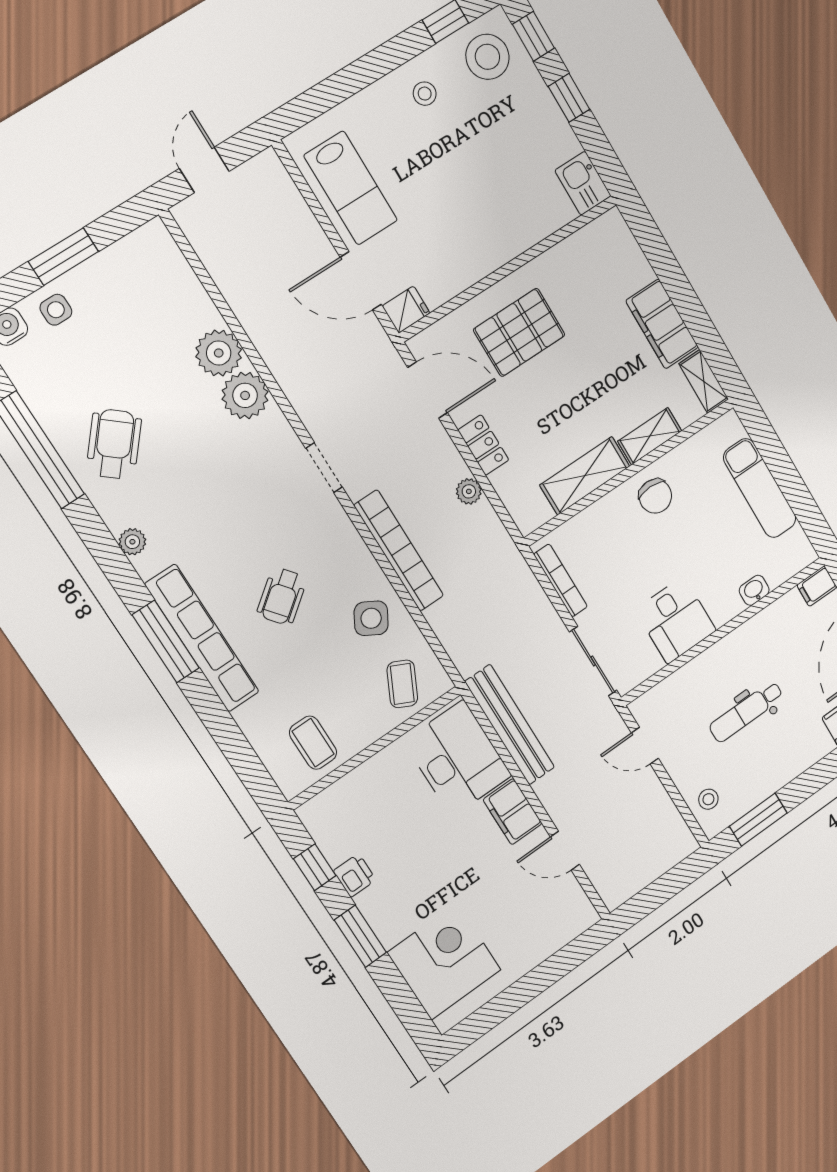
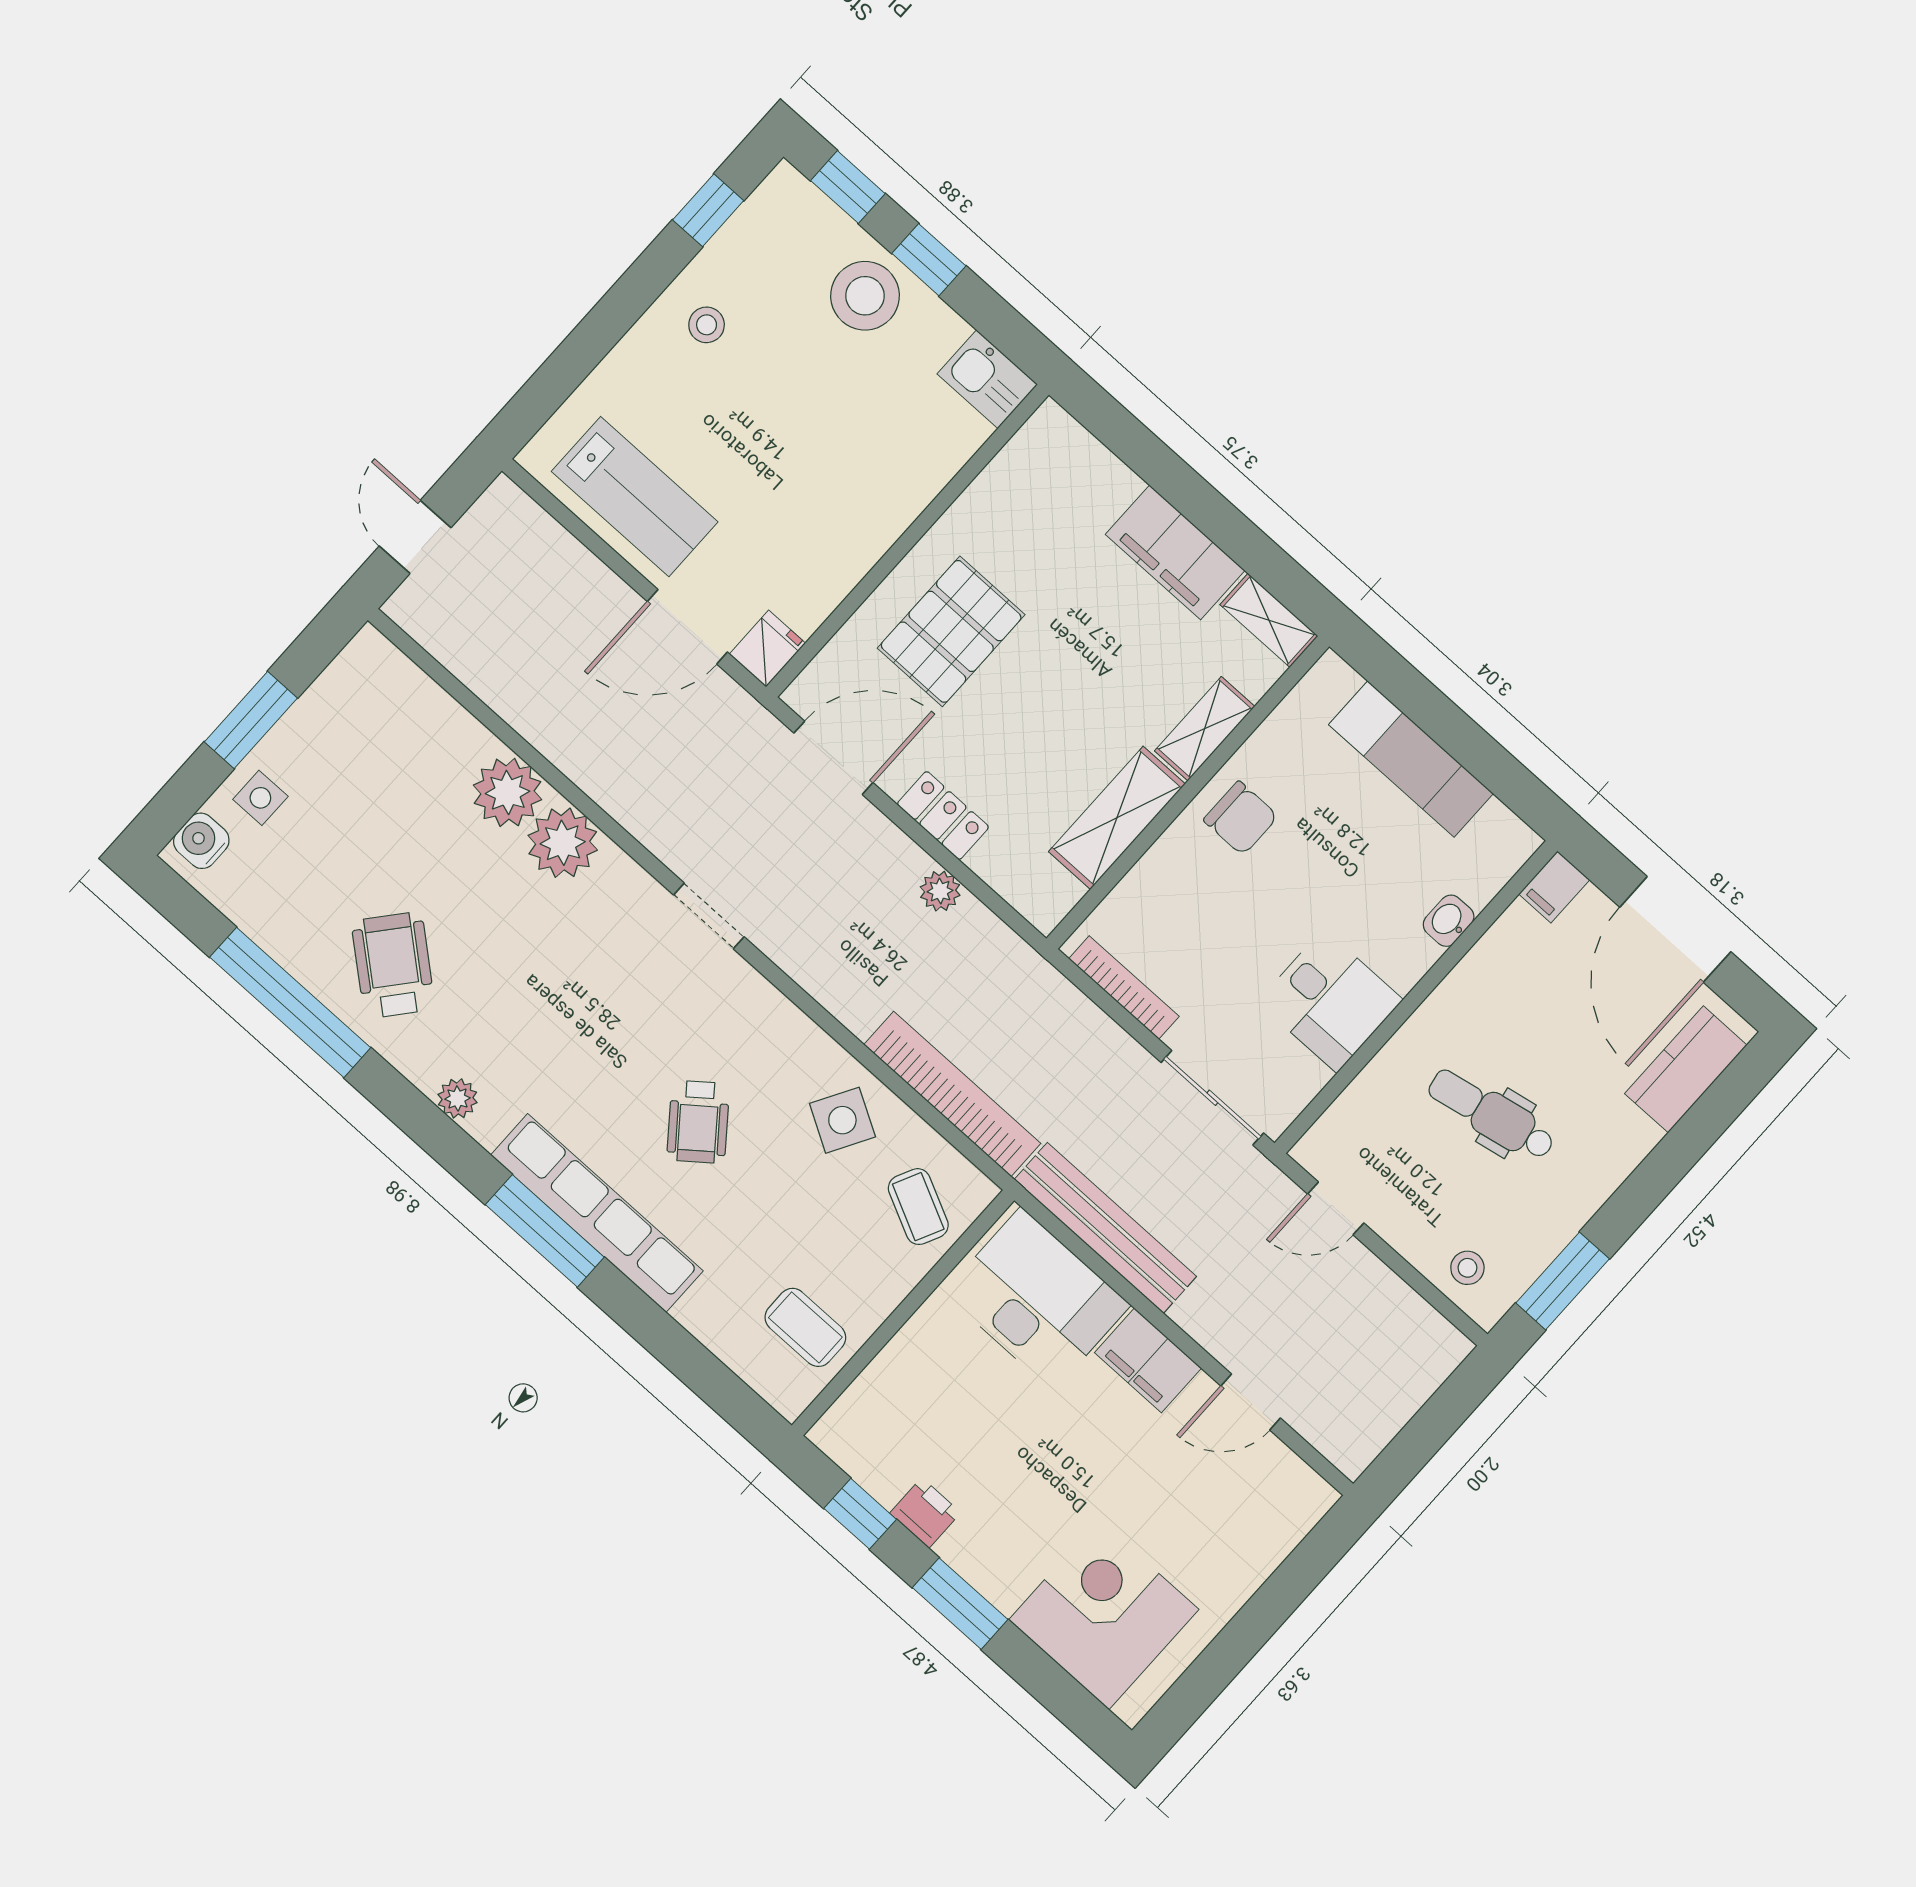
stool: (487, 57) -> (865, 296), moved
bookcase: (399, 551) -> (952, 1094), moved
dental chair: (746, 712) -> (1491, 1115), turned 79

